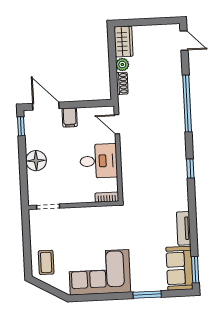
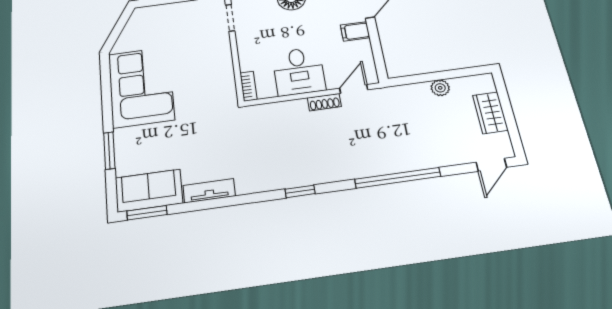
wardrobe: (124, 42) -> (490, 113), moved, turned 90
shoe rack: (122, 83) -> (324, 102), moved
coffee table: (46, 262) -> (154, 22), removed

